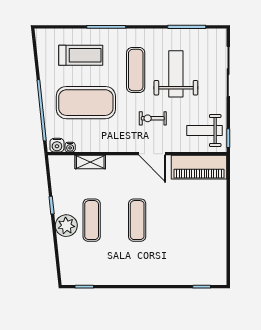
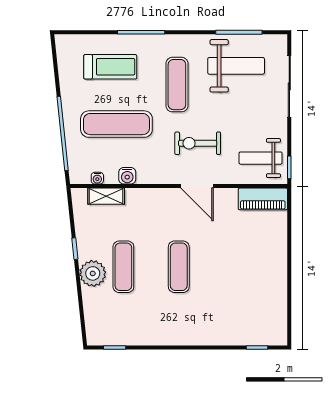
weight bench: (176, 74) -> (236, 66), moved, turned 90
exercise mat: (86, 103) -> (116, 124), width x0.68
exercise bike: (153, 118) -> (198, 143), width x1.38, depth x1.39
water cooler: (57, 145) -> (127, 176), moved
shelving: (90, 162) -> (106, 196), moved
piano: (199, 167) -> (263, 199), width x0.73, depth x0.75

